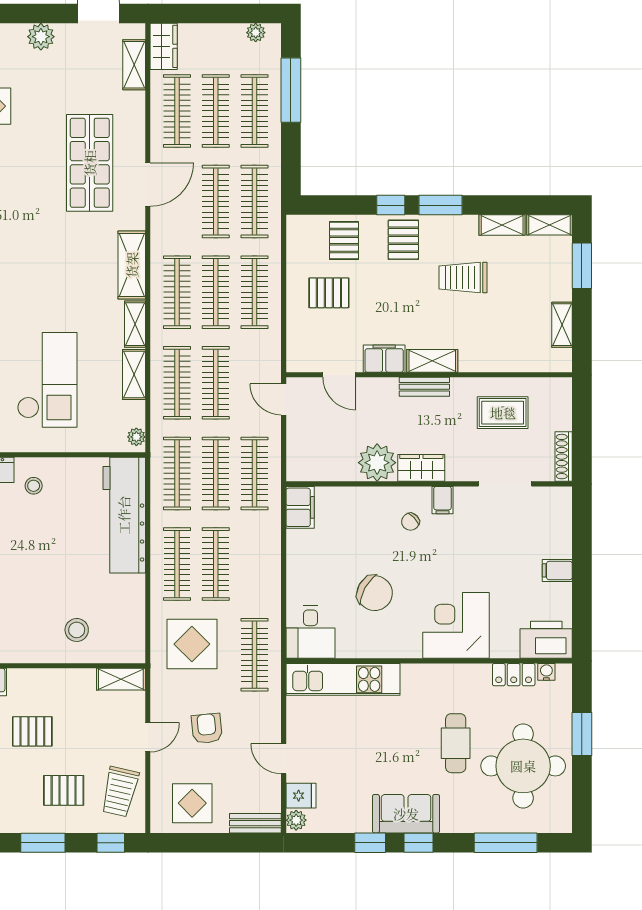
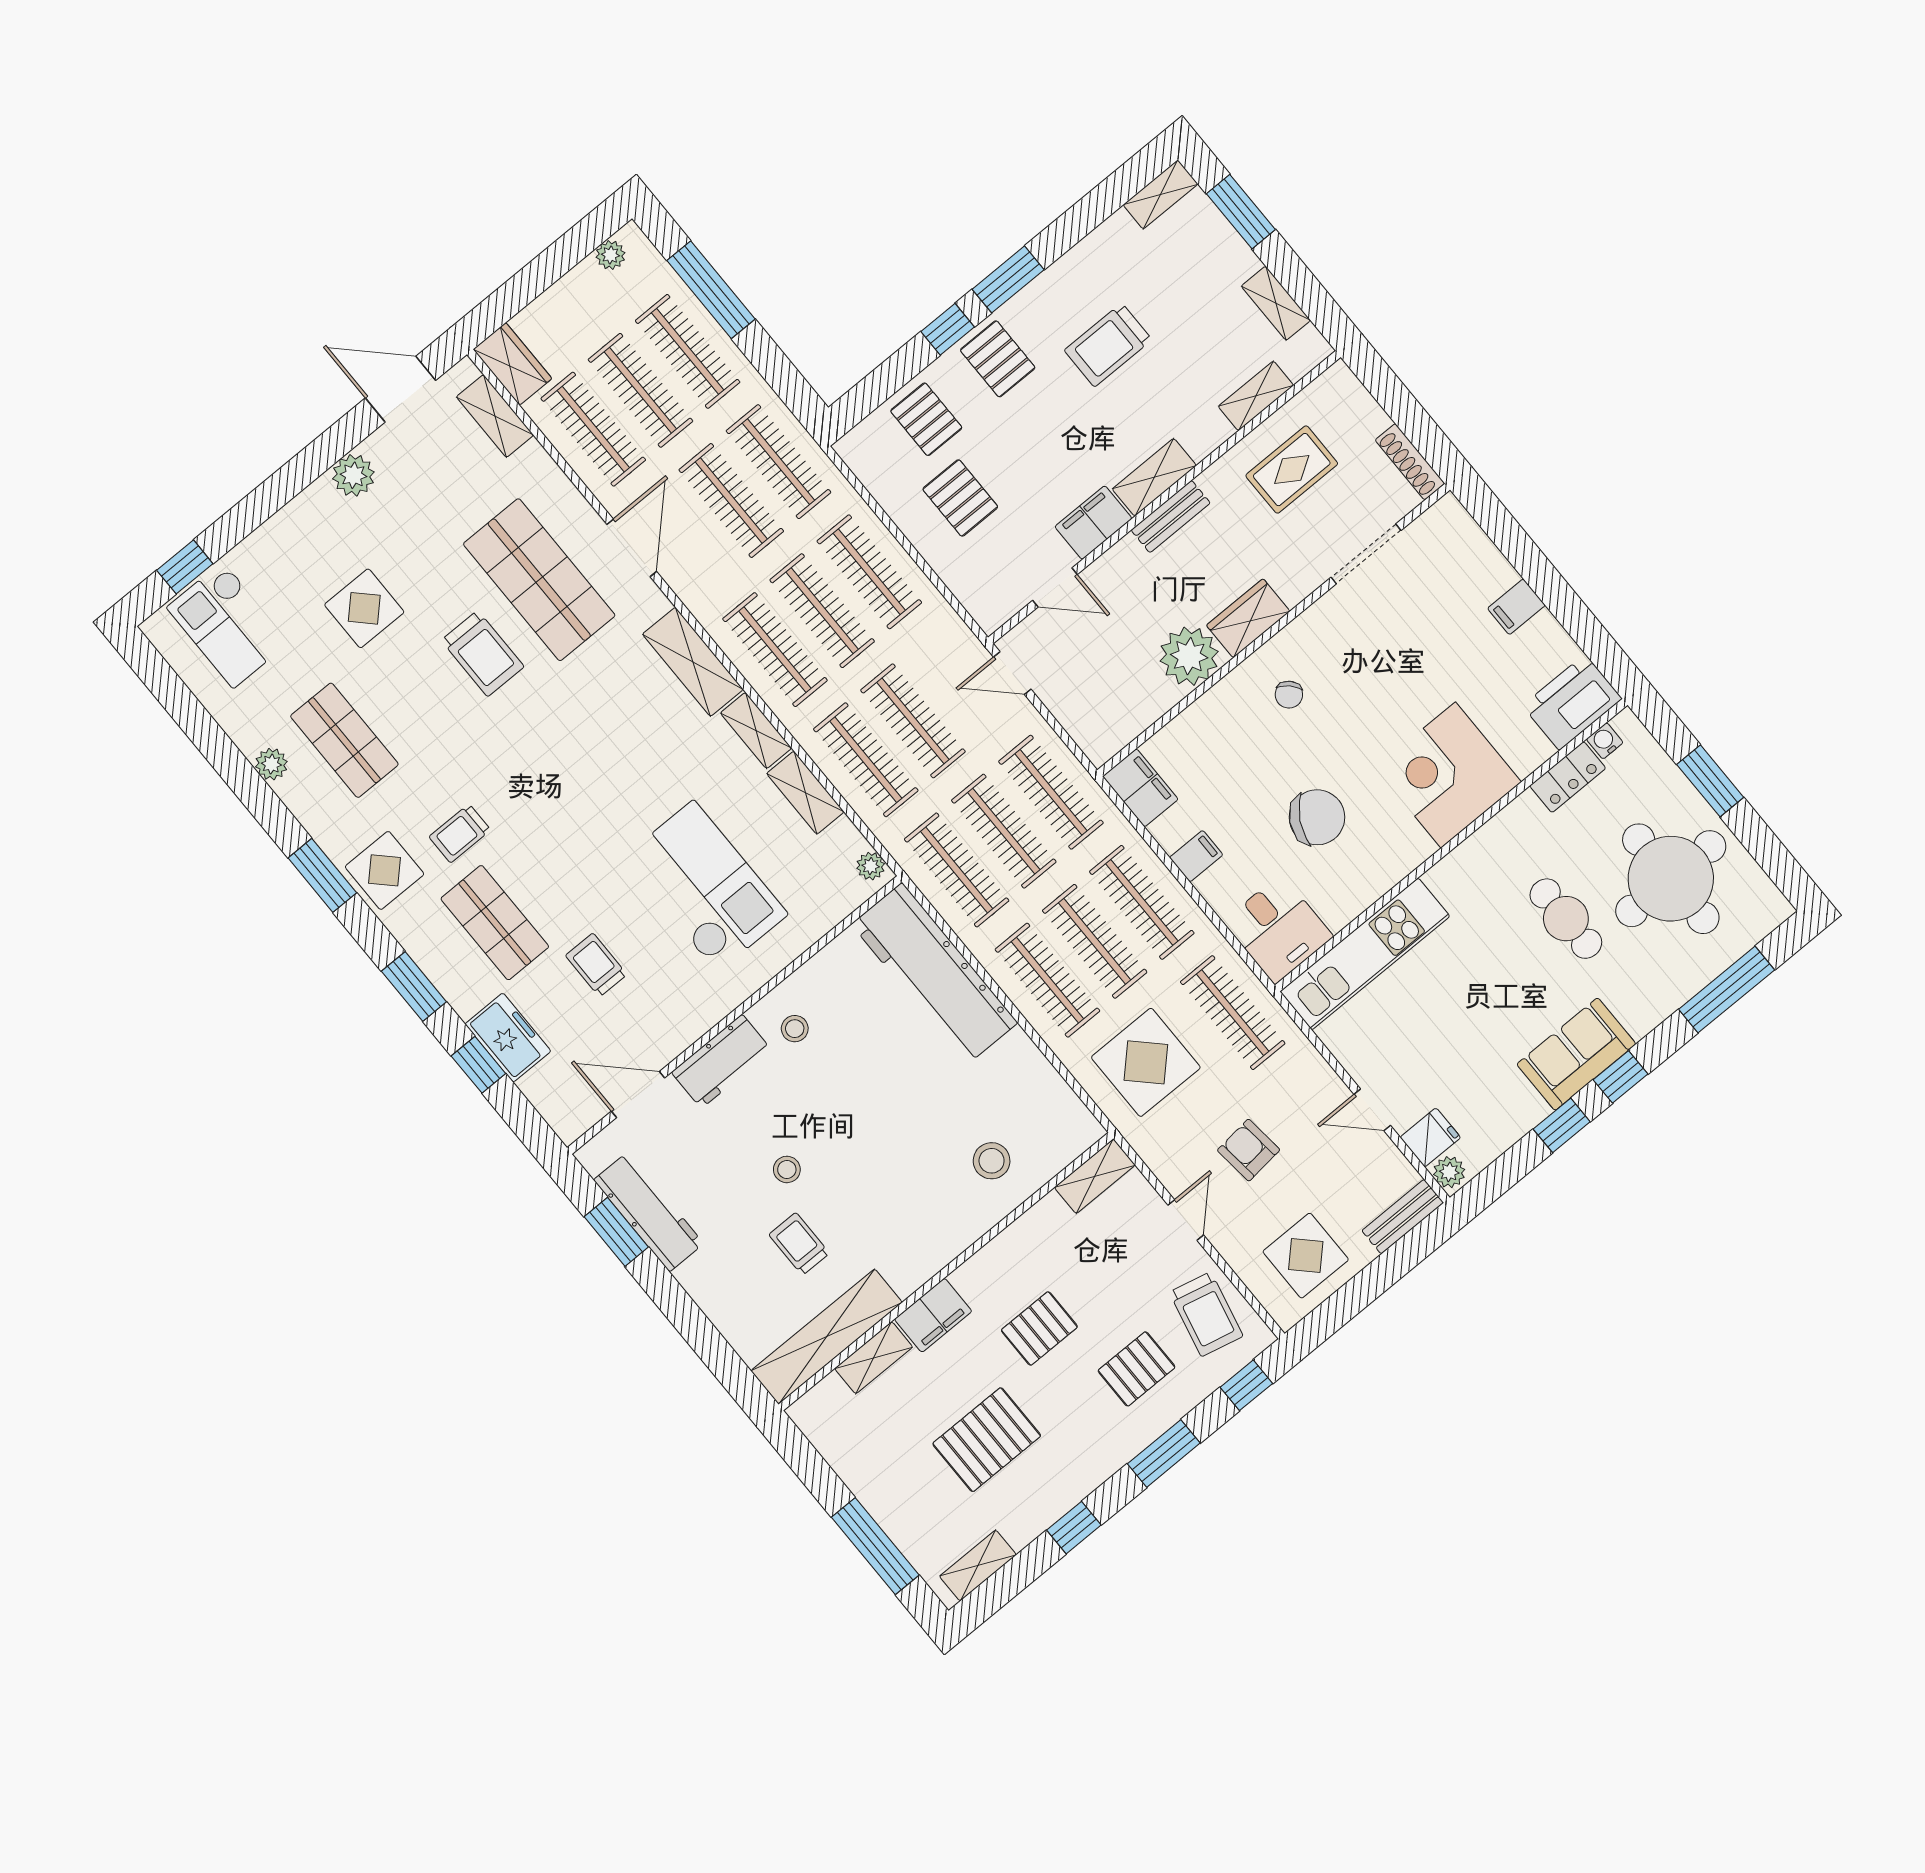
trolley: (32, 176) -> (483, 654), added
shelving: (502, 225) -> (1256, 396), moved
pallet: (329, 293) -> (960, 498), turned 90
filing cabinet: (442, 500) -> (1196, 856), moved, turned -90
clothes rail: (255, 564) -> (1142, 902), added

